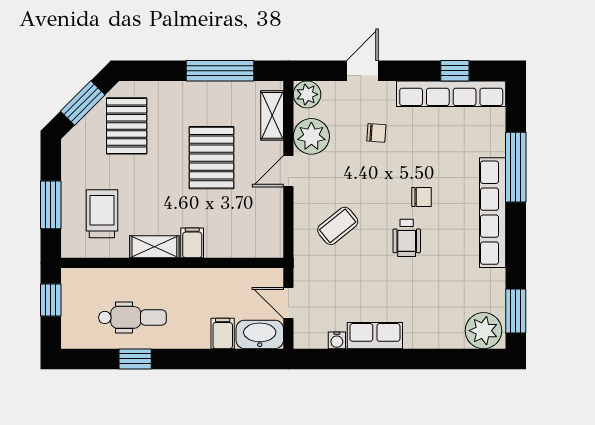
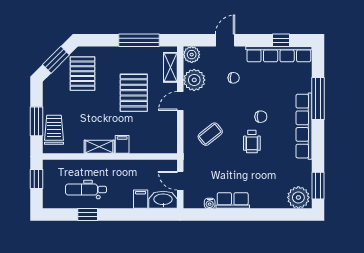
trolley: (102, 214) -> (54, 130), moved
dental chair: (132, 317) -> (86, 190), turned 180

